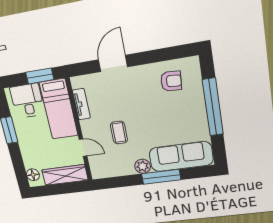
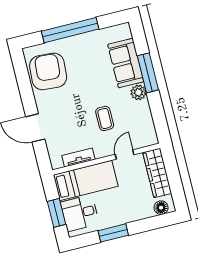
window: (40, 76) -> (56, 213), moved
armchair: (171, 81) -> (48, 71), width x1.88, depth x1.88
coffee table: (119, 133) -> (105, 118), turned 90
sofa: (181, 157) -> (126, 63), width x0.73

